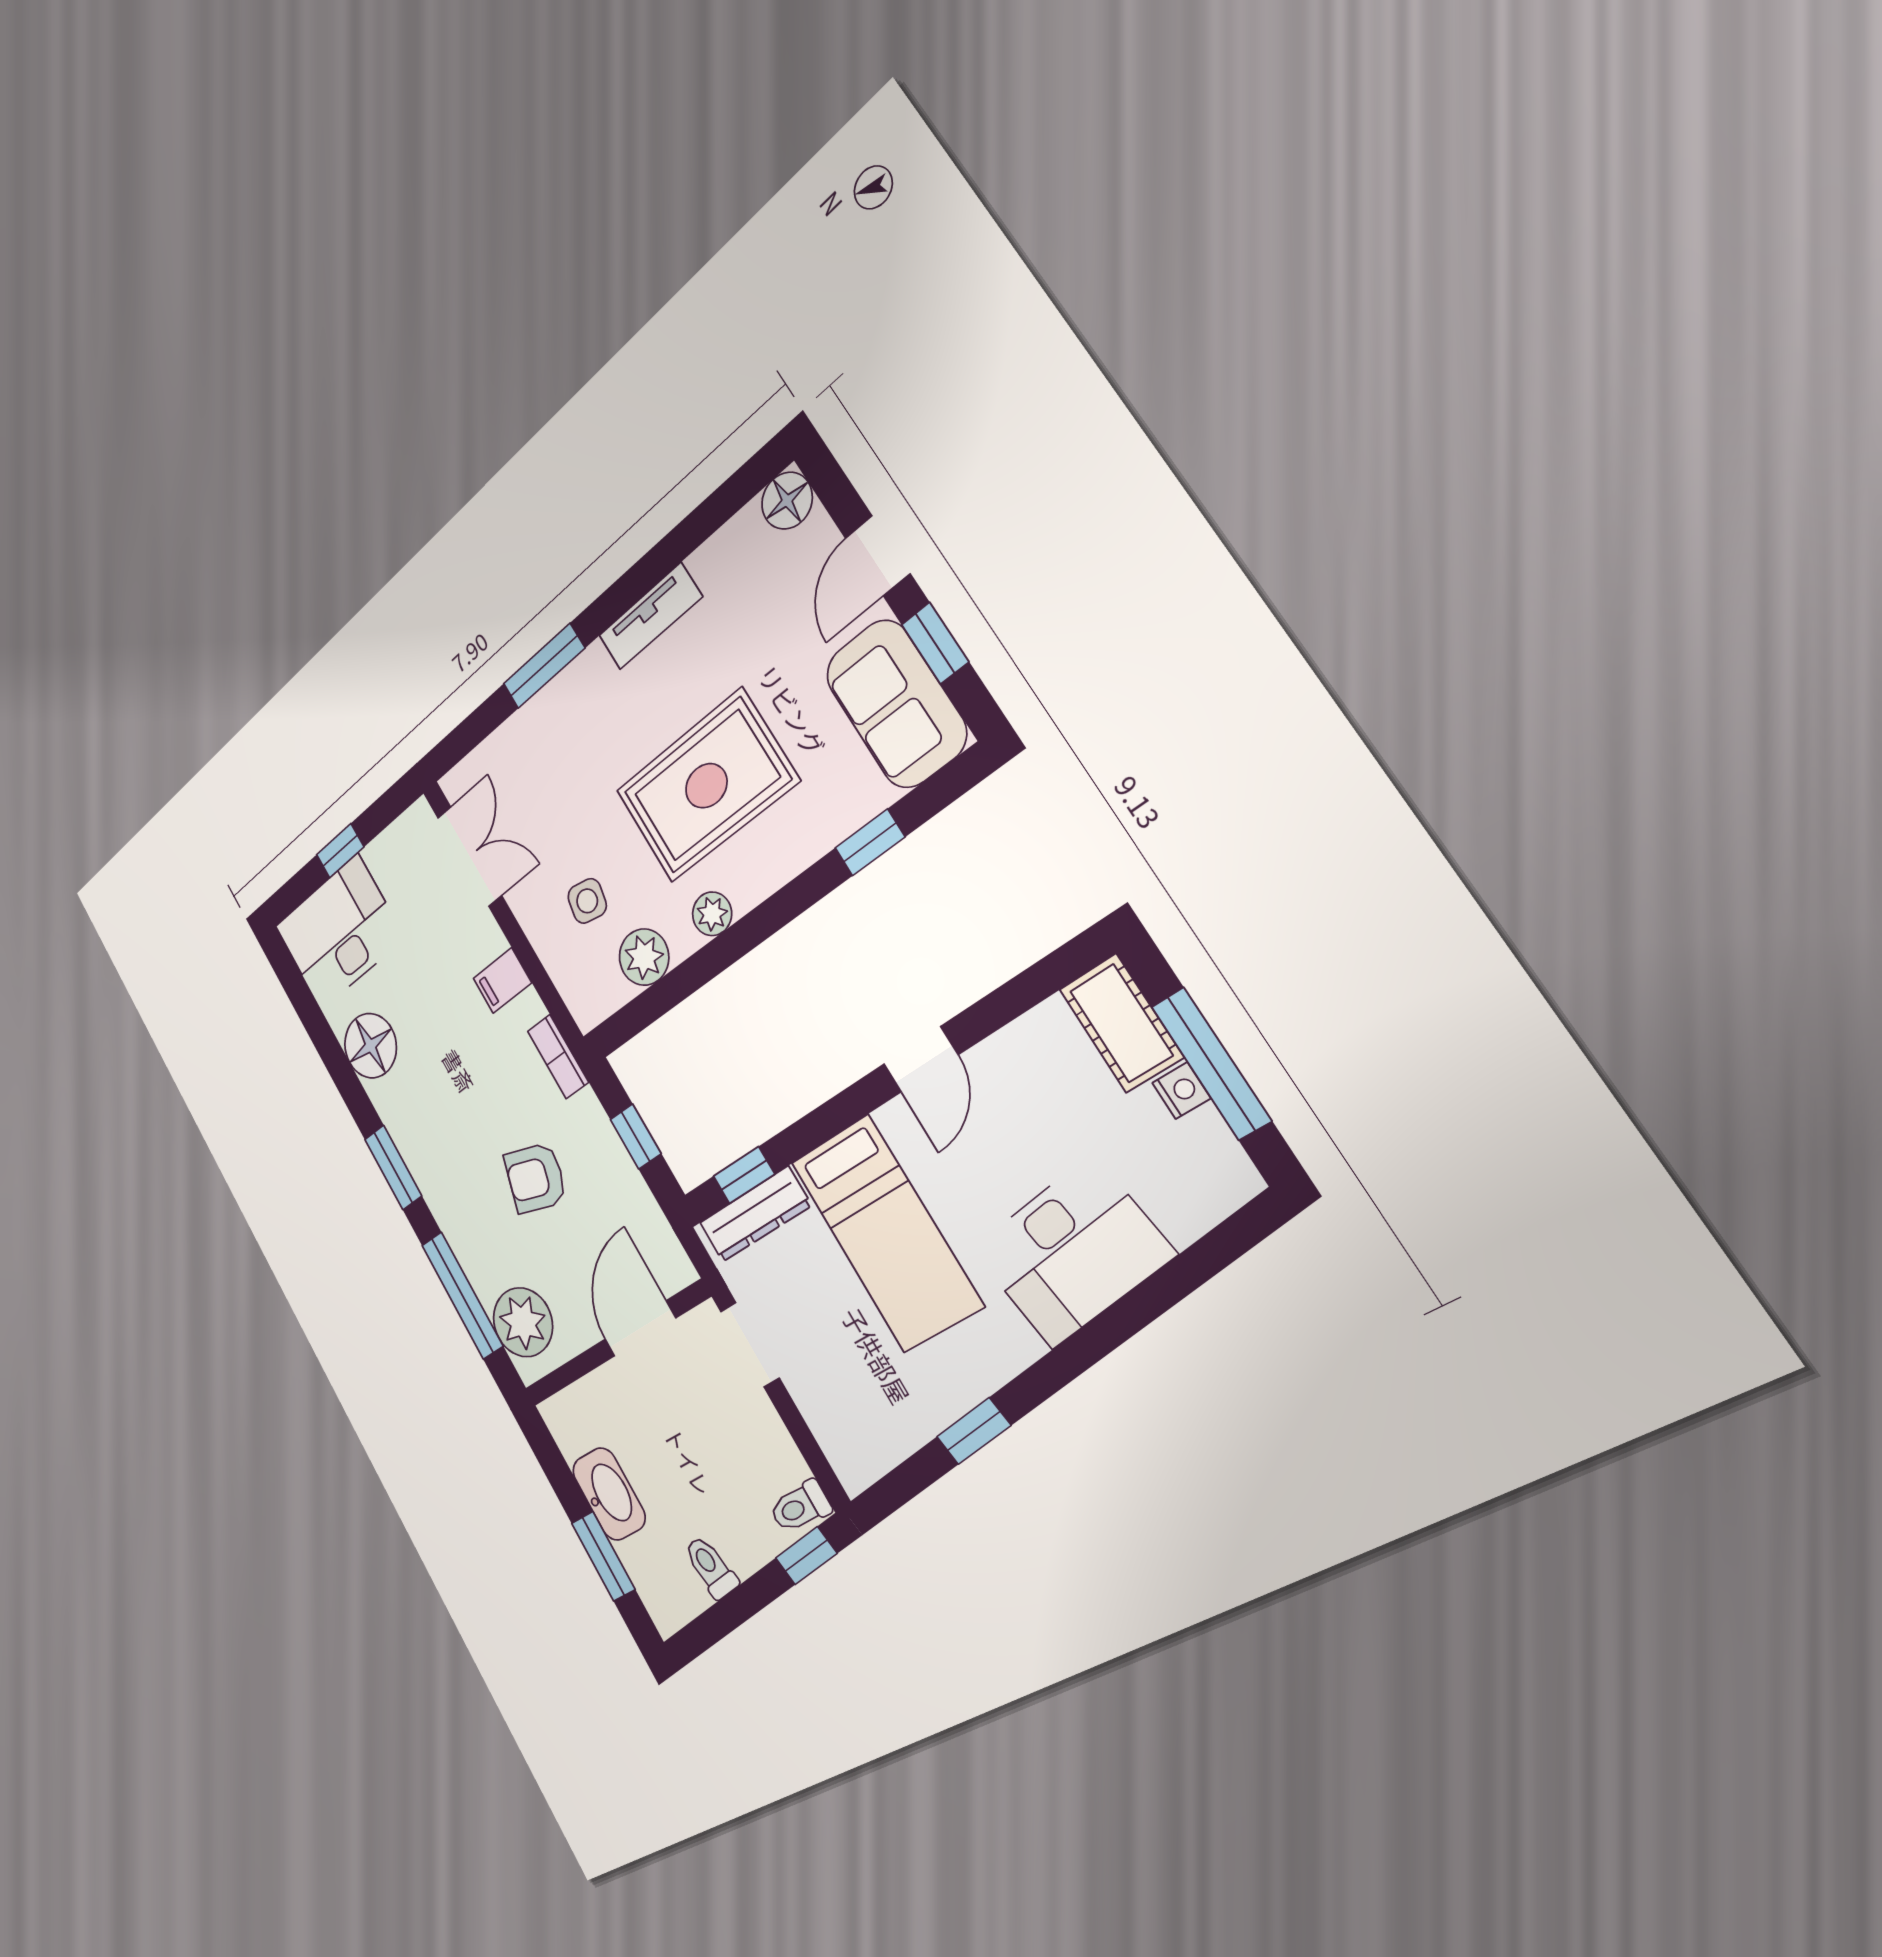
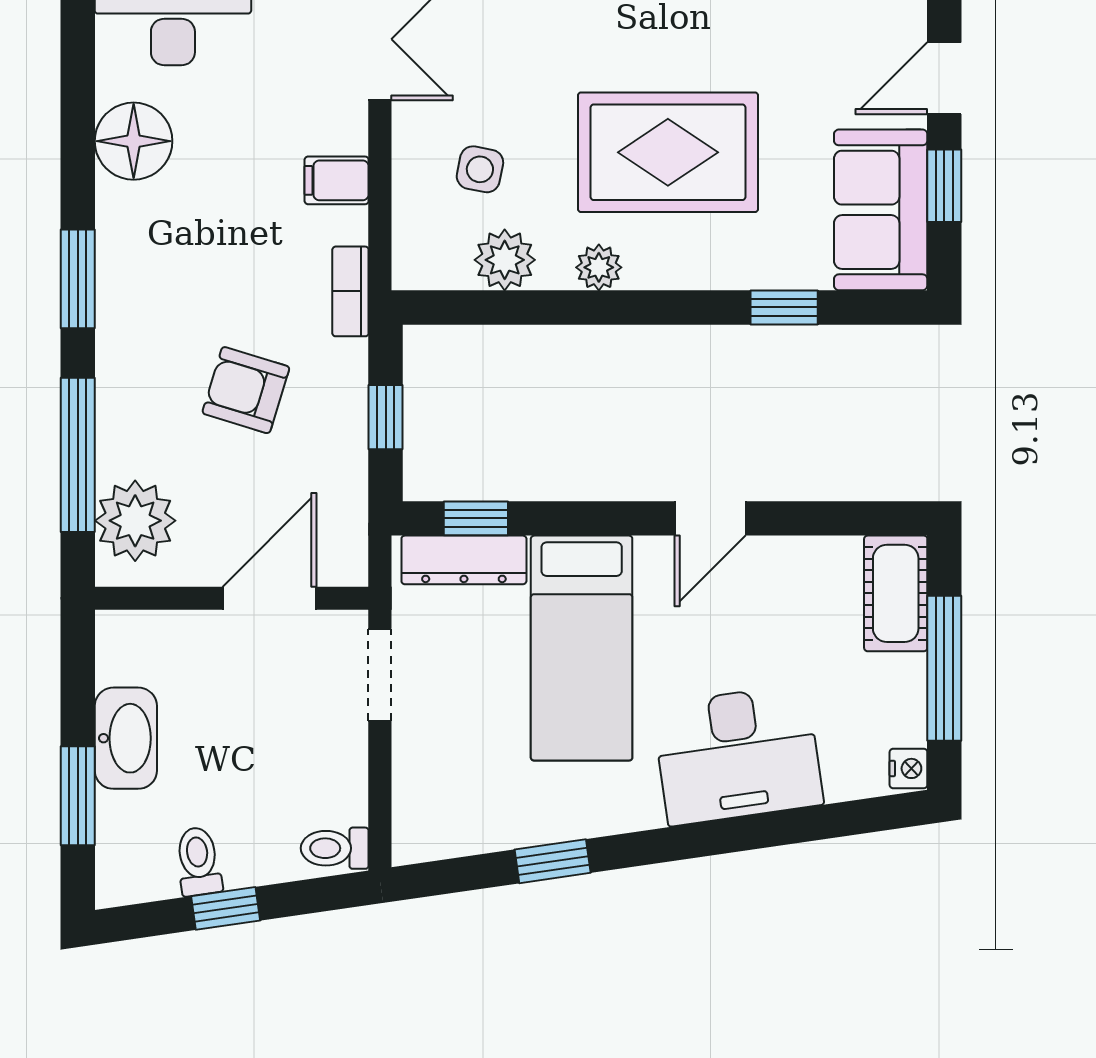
nightstand: (1181, 1091) -> (908, 768), moved
window: (806, 1556) -> (226, 908), moved

